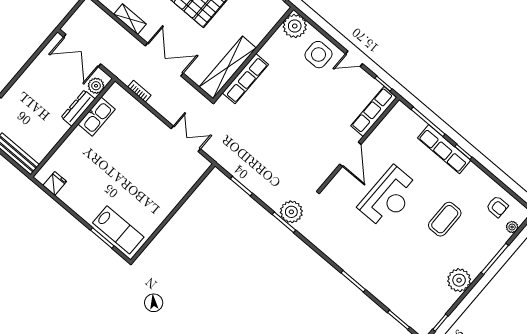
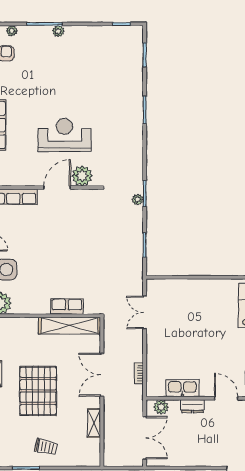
row of seats: (245, 79) -> (67, 306), width x0.68
dresser: (78, 108) -> (192, 406), width x0.70
door: (57, 146) -> (226, 398), added
plant: (343, 183) -> (82, 176), added
plant: (291, 212) -> (138, 200), width x0.53, depth x0.53
coffee table: (445, 219) -> (46, 83), removed
plant: (459, 280) -> (58, 31), moved, width x0.53, depth x0.53

